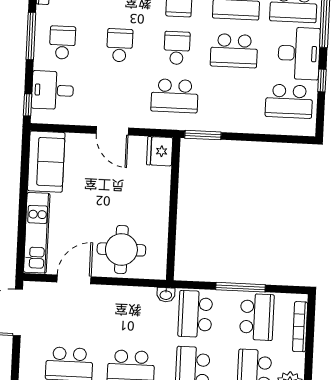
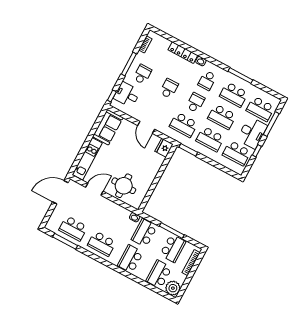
school desk: (232, 99) -> (210, 139), added

